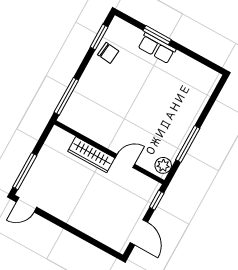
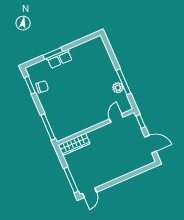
wardrobe: (91, 155) -> (74, 144), moved
door: (125, 161) -> (116, 118), moved
plant: (163, 165) -> (118, 88), moved

